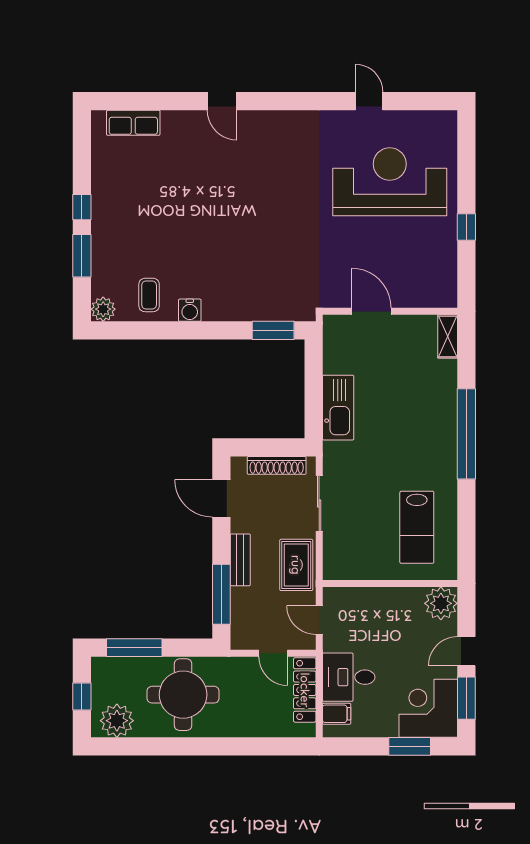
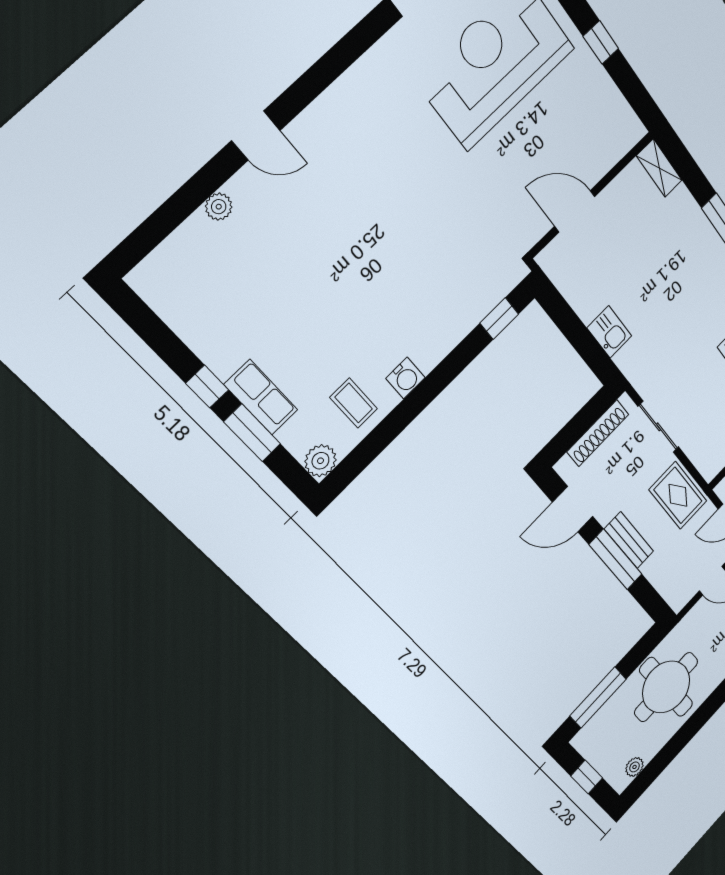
plant: (171, 119) -> (219, 207), added
row of seats: (133, 123) -> (261, 397), moved, turned -90
window: (273, 330) -> (499, 319), width x0.67
kitchen sink: (338, 408) -> (609, 332), width x0.53, depth x0.81
window: (221, 594) -> (616, 560), moved
plant: (117, 721) -> (635, 767), width x0.53, depth x0.53

